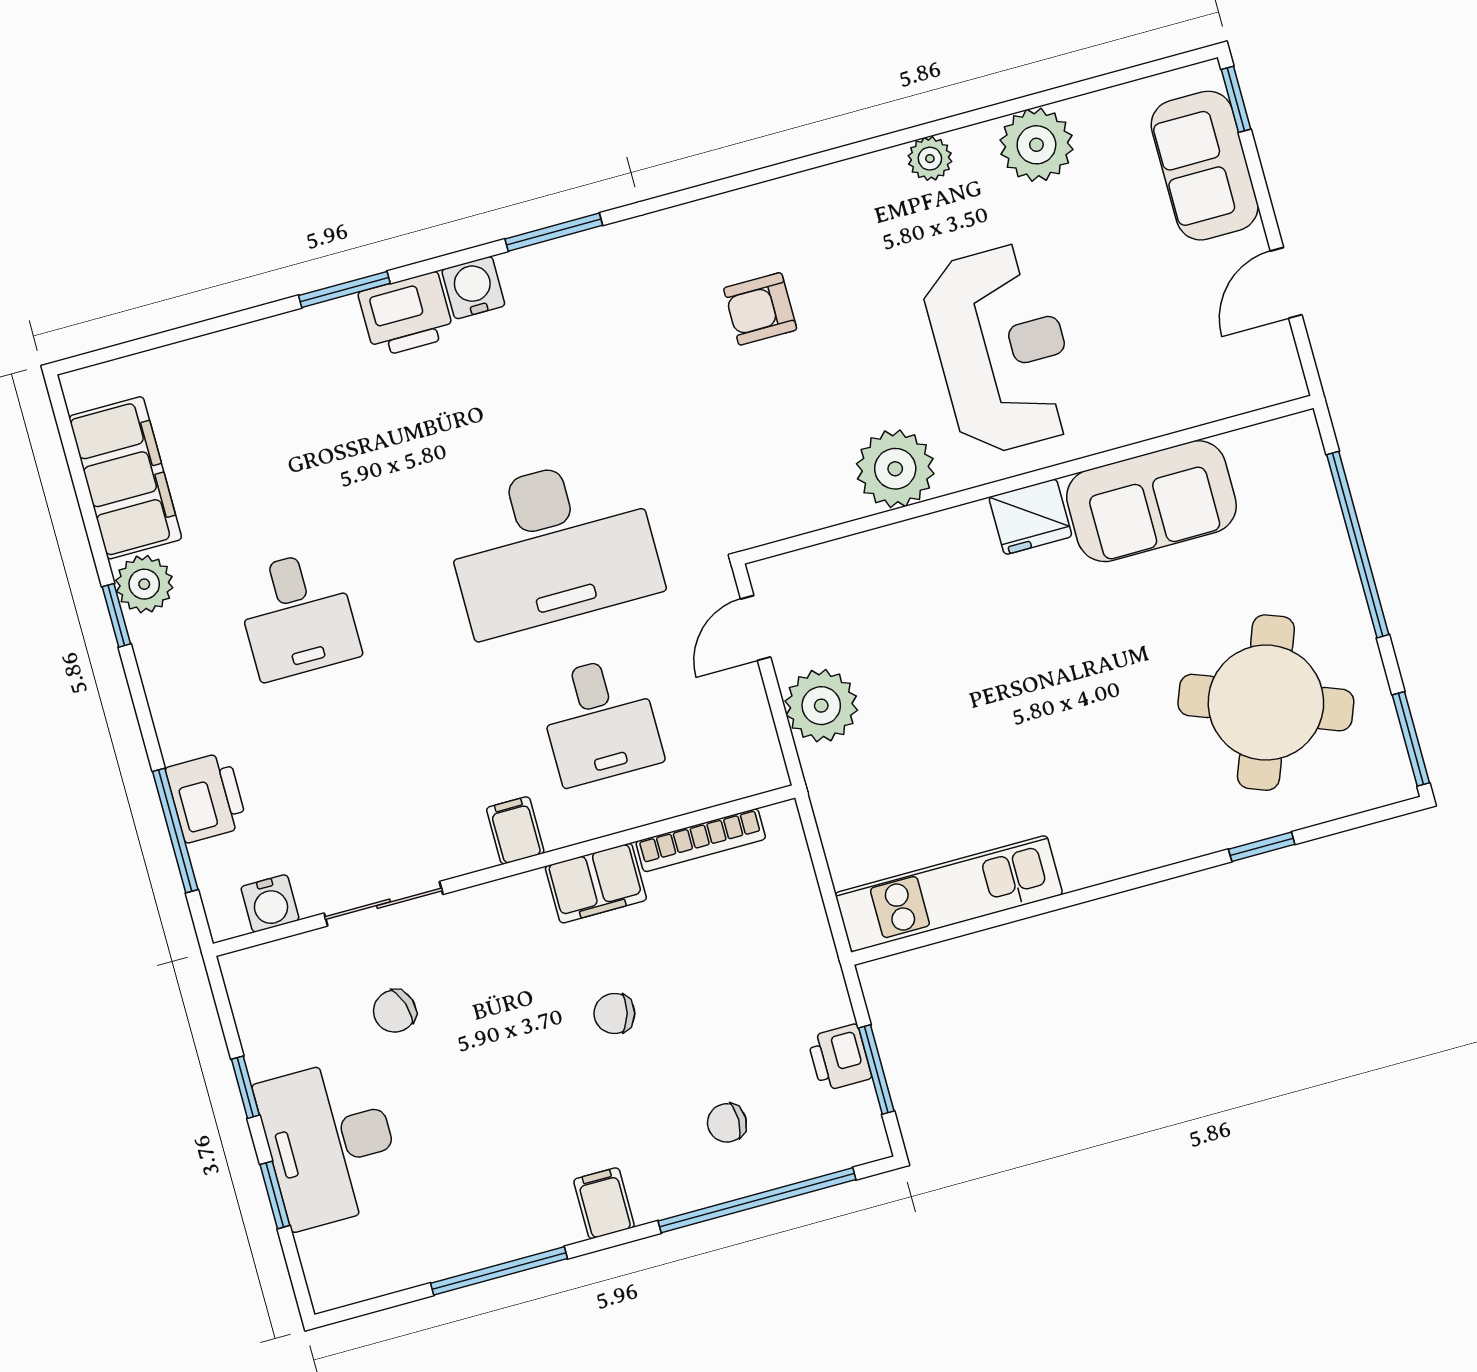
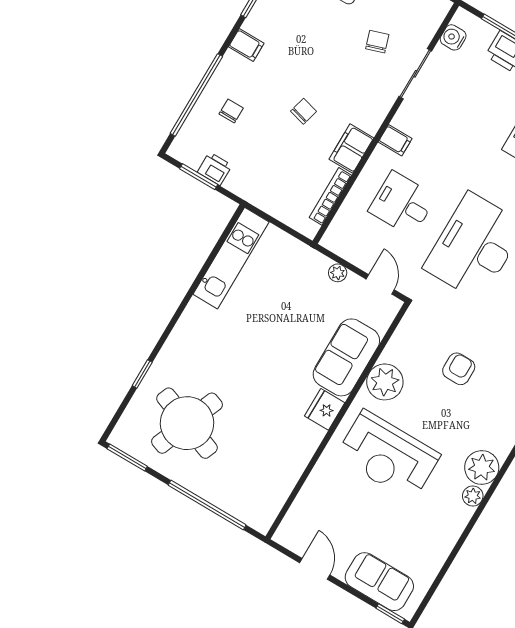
plant: (1036, 145) -> (482, 467), moved
armchair: (760, 309) -> (459, 369), moved
sofa: (1151, 501) -> (346, 357), moved
plant: (821, 706) -> (338, 273), width x0.53, depth x0.53

